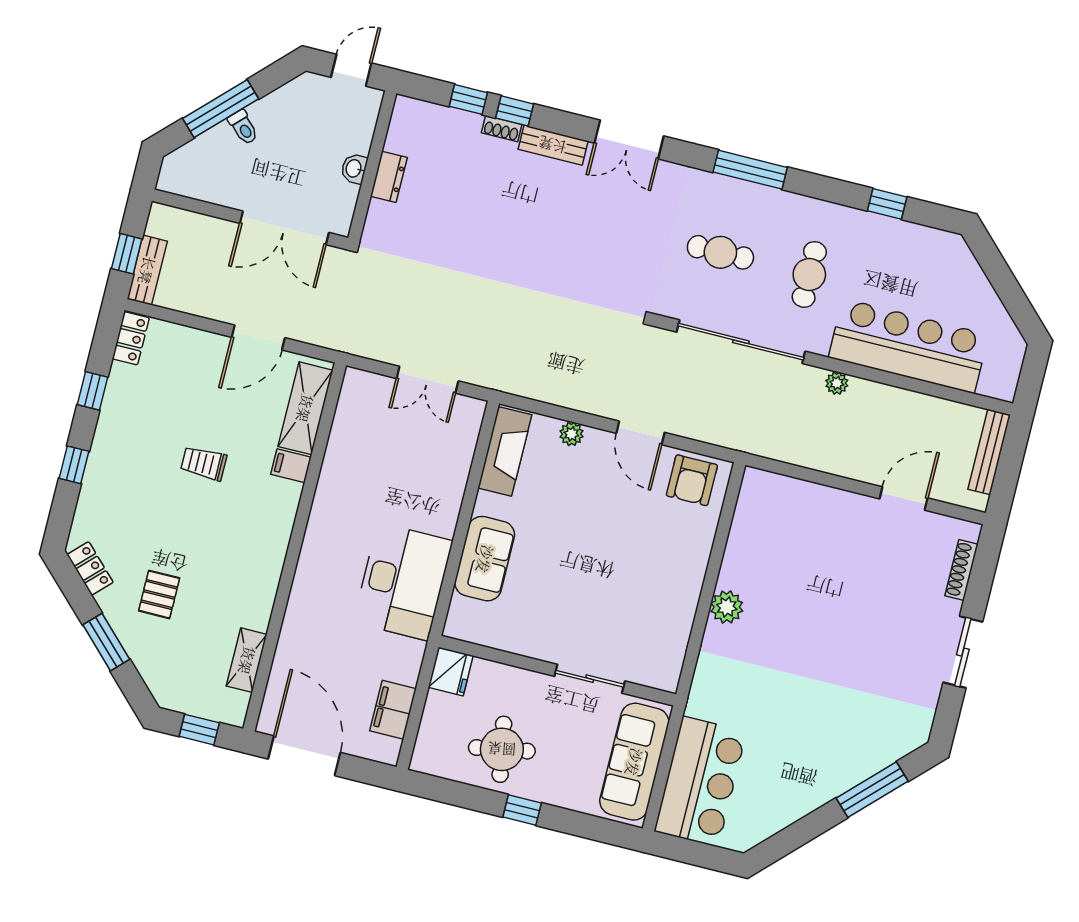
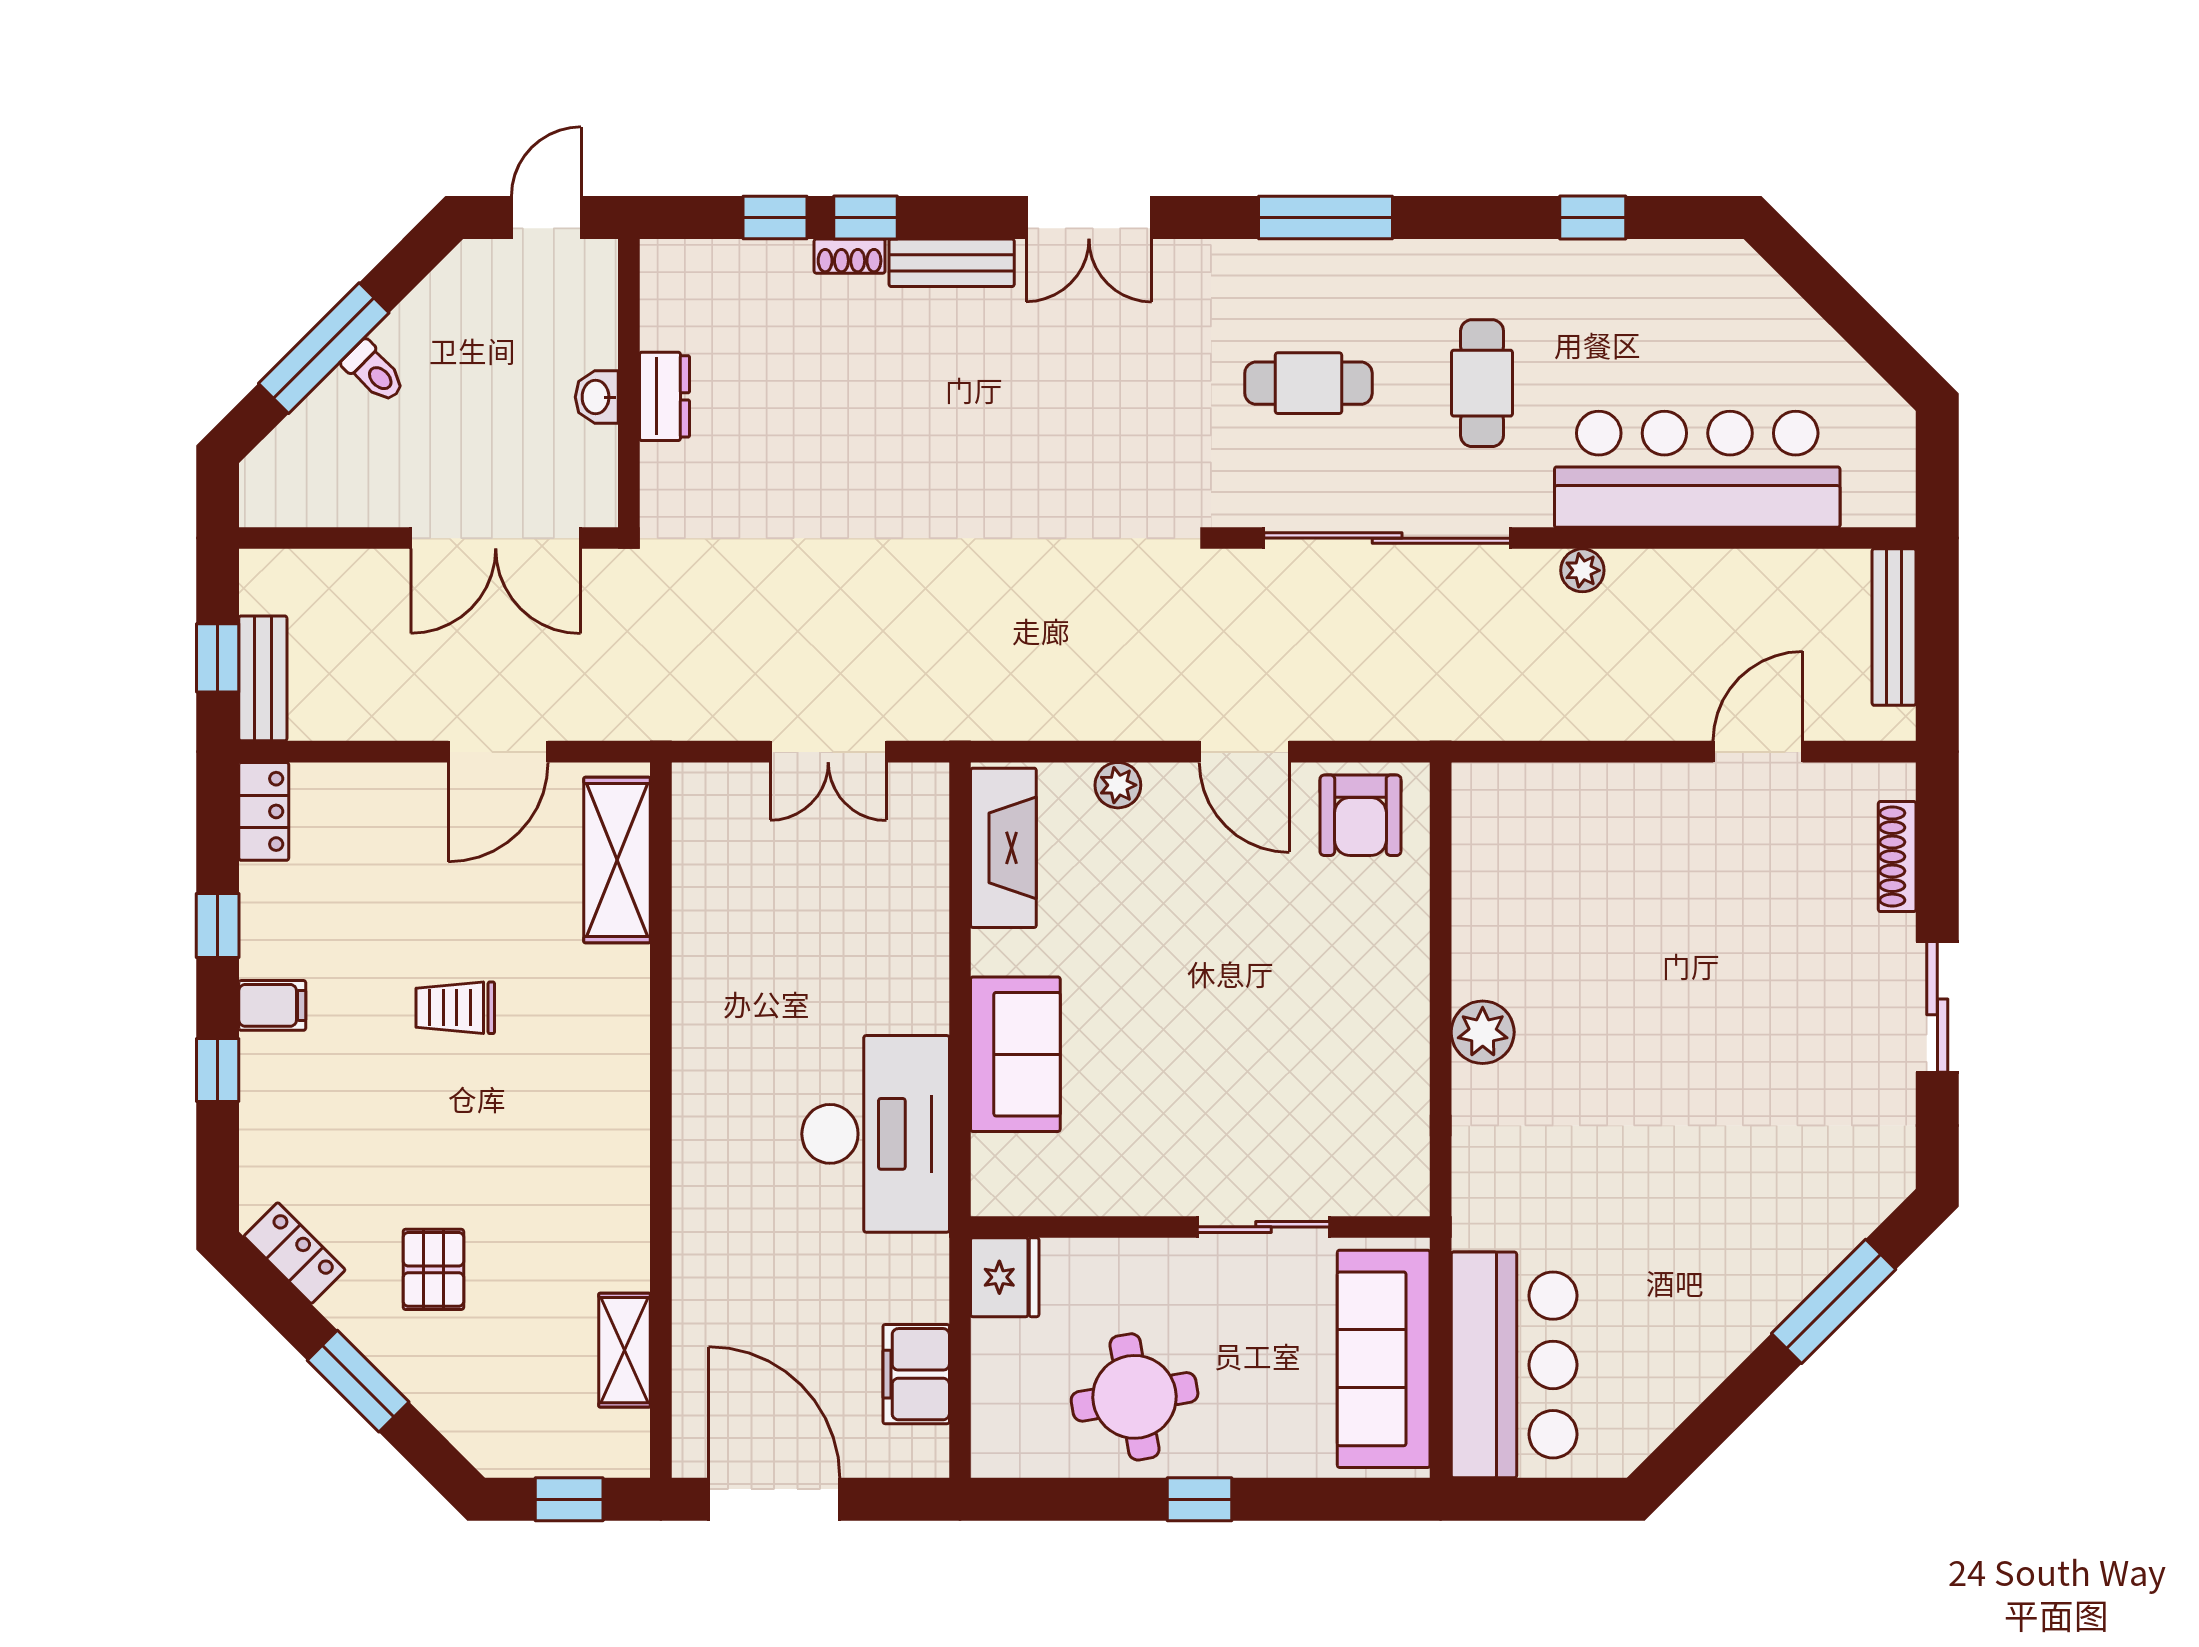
filing cabinet: (291, 466) -> (272, 1005), moved, turned 180

